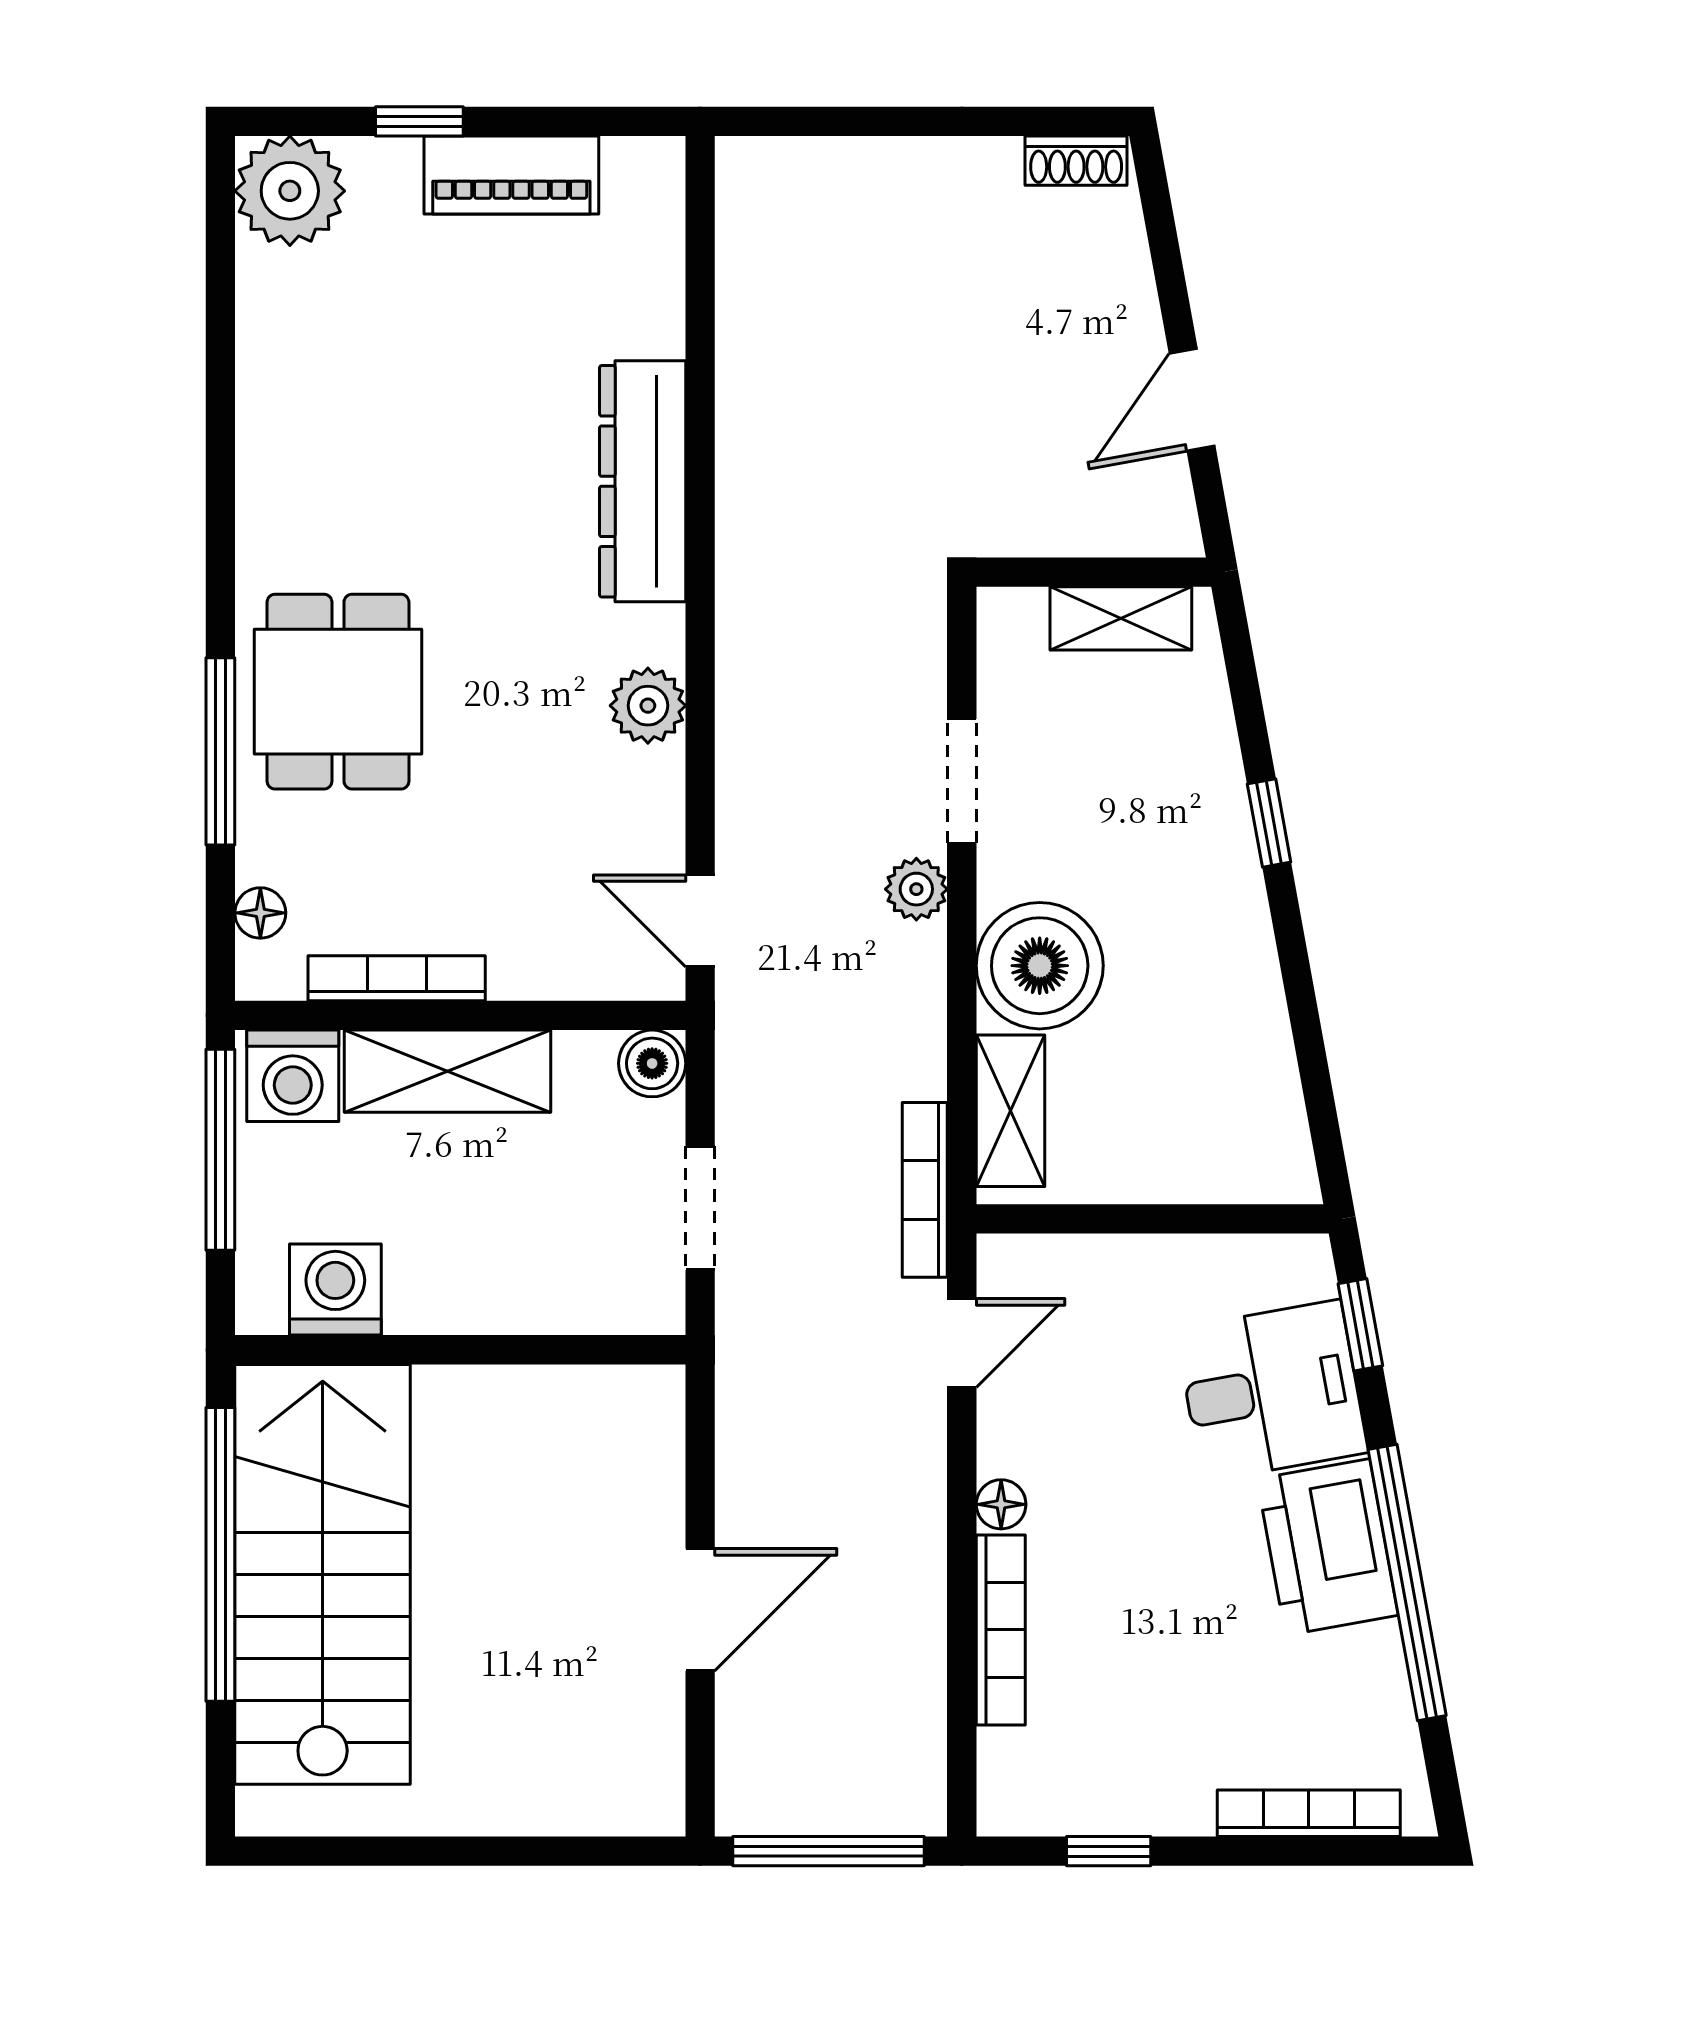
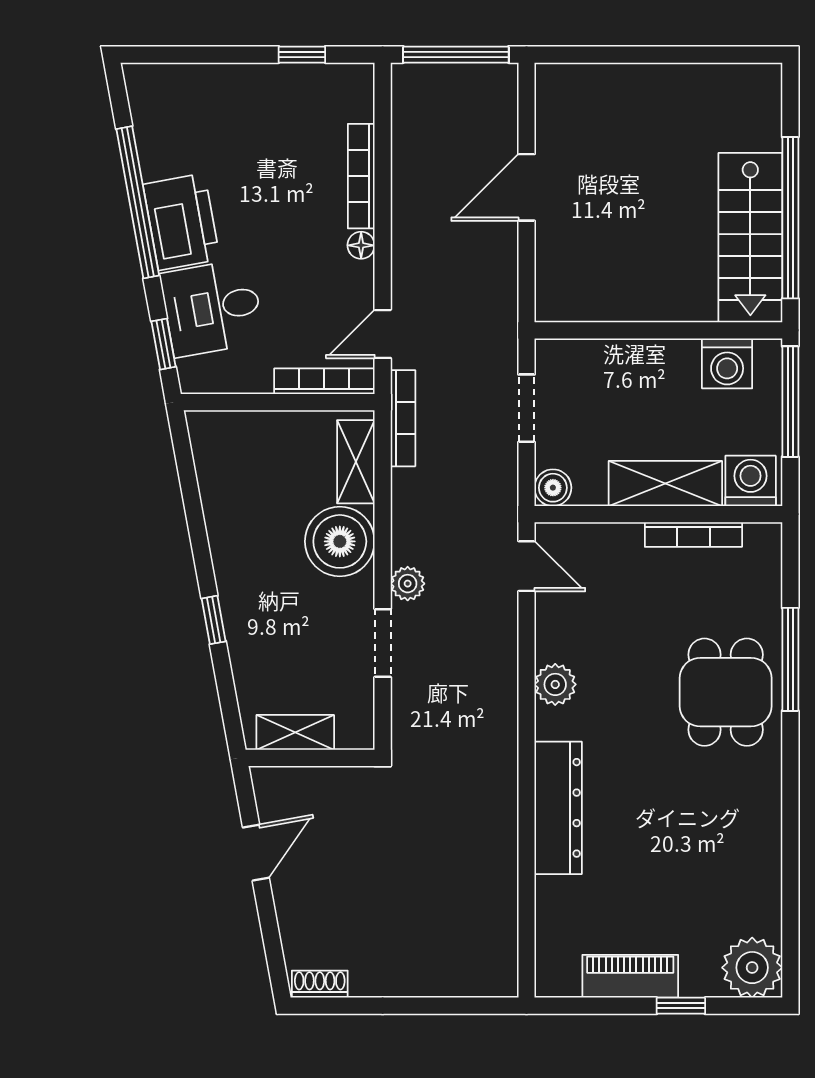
floor lamp: (260, 913) -> (768, 570), removed
window: (220, 1150) -> (790, 402), moved
stairs: (323, 1574) -> (750, 238), width x0.73, depth x0.66
bookcase: (1309, 1813) -> (324, 381), moved, turned 180

